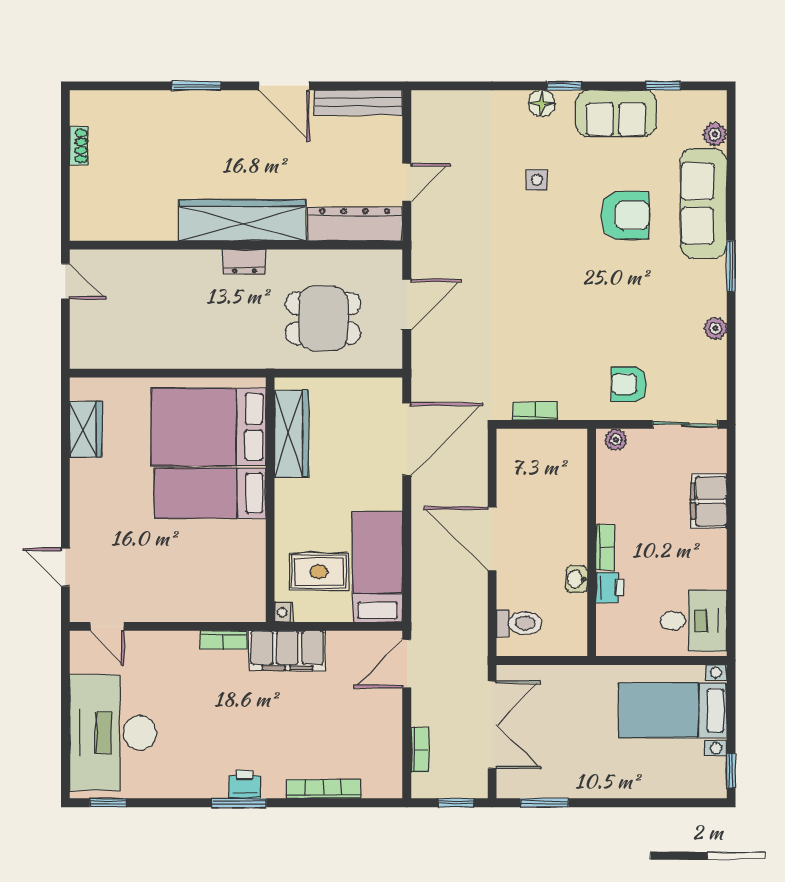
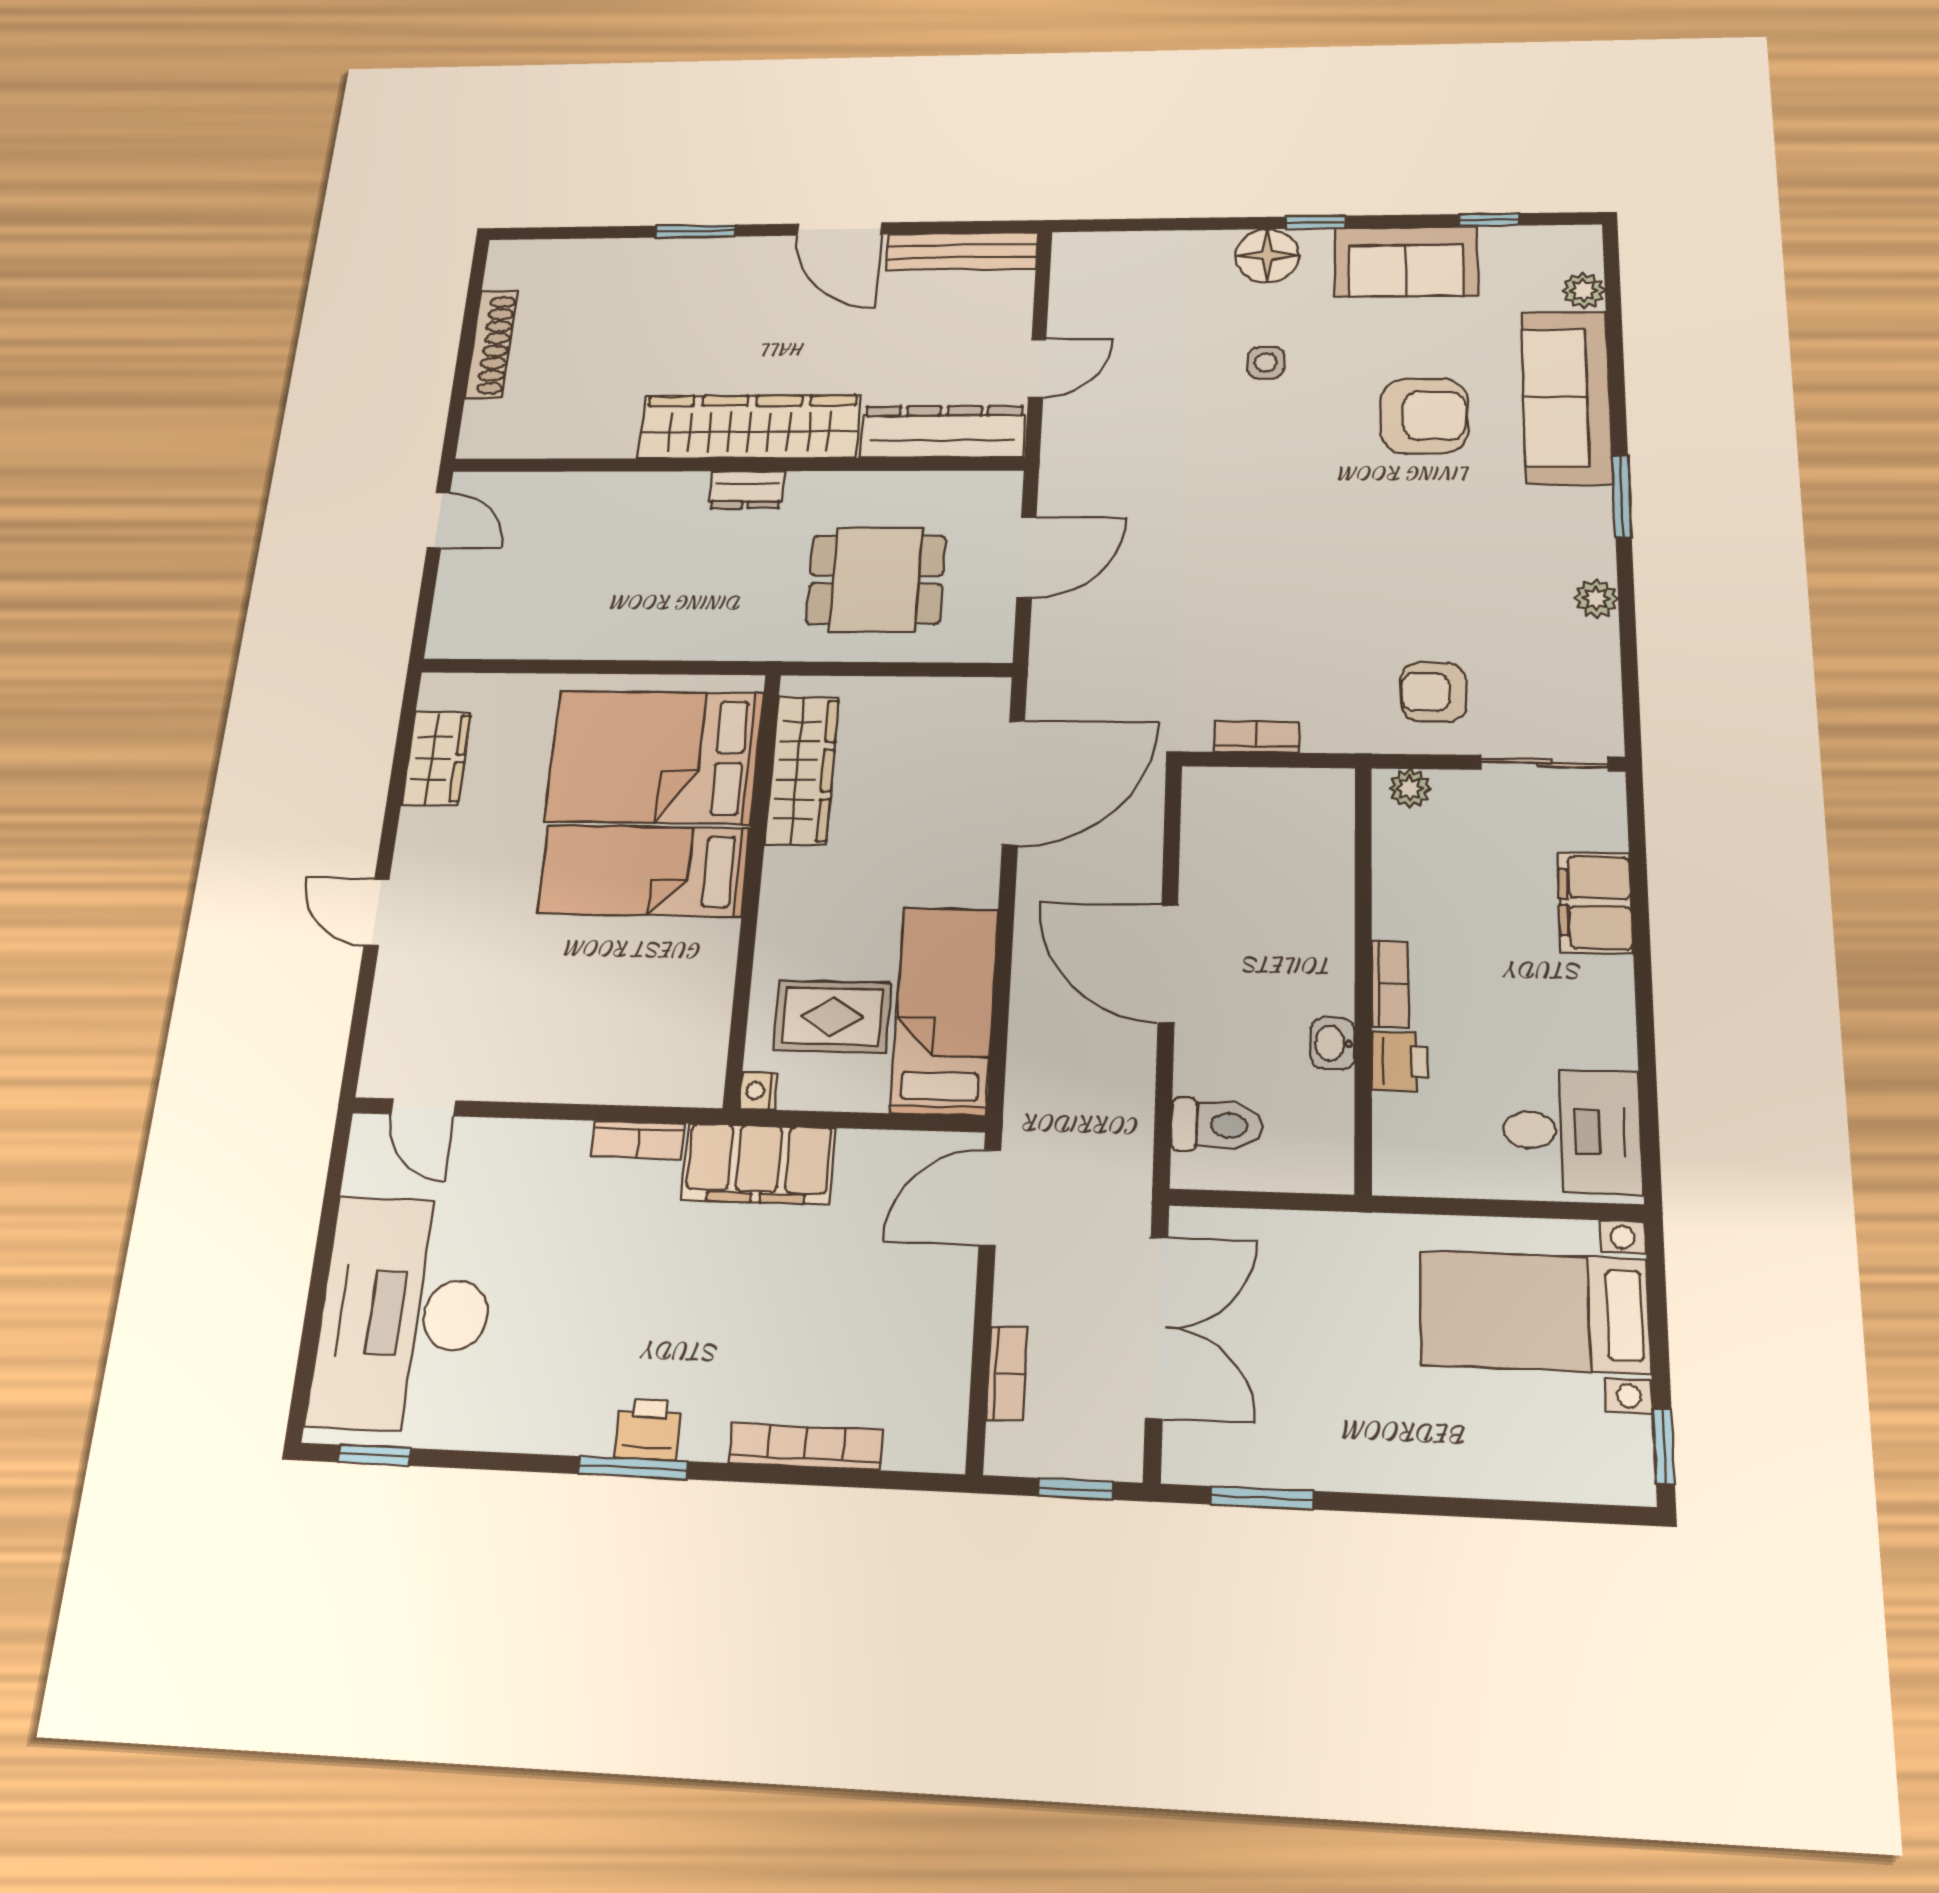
floor lamp: (542, 103) -> (1267, 256), width x1.38, depth x1.38
shoe rack: (79, 146) -> (492, 345), width x1.94, depth x1.24
door: (65, 567) -> (377, 912), moved

